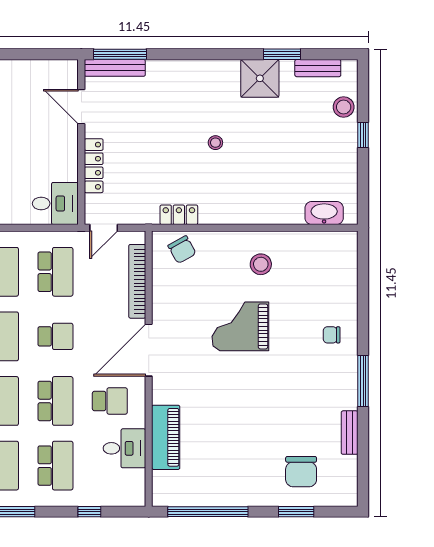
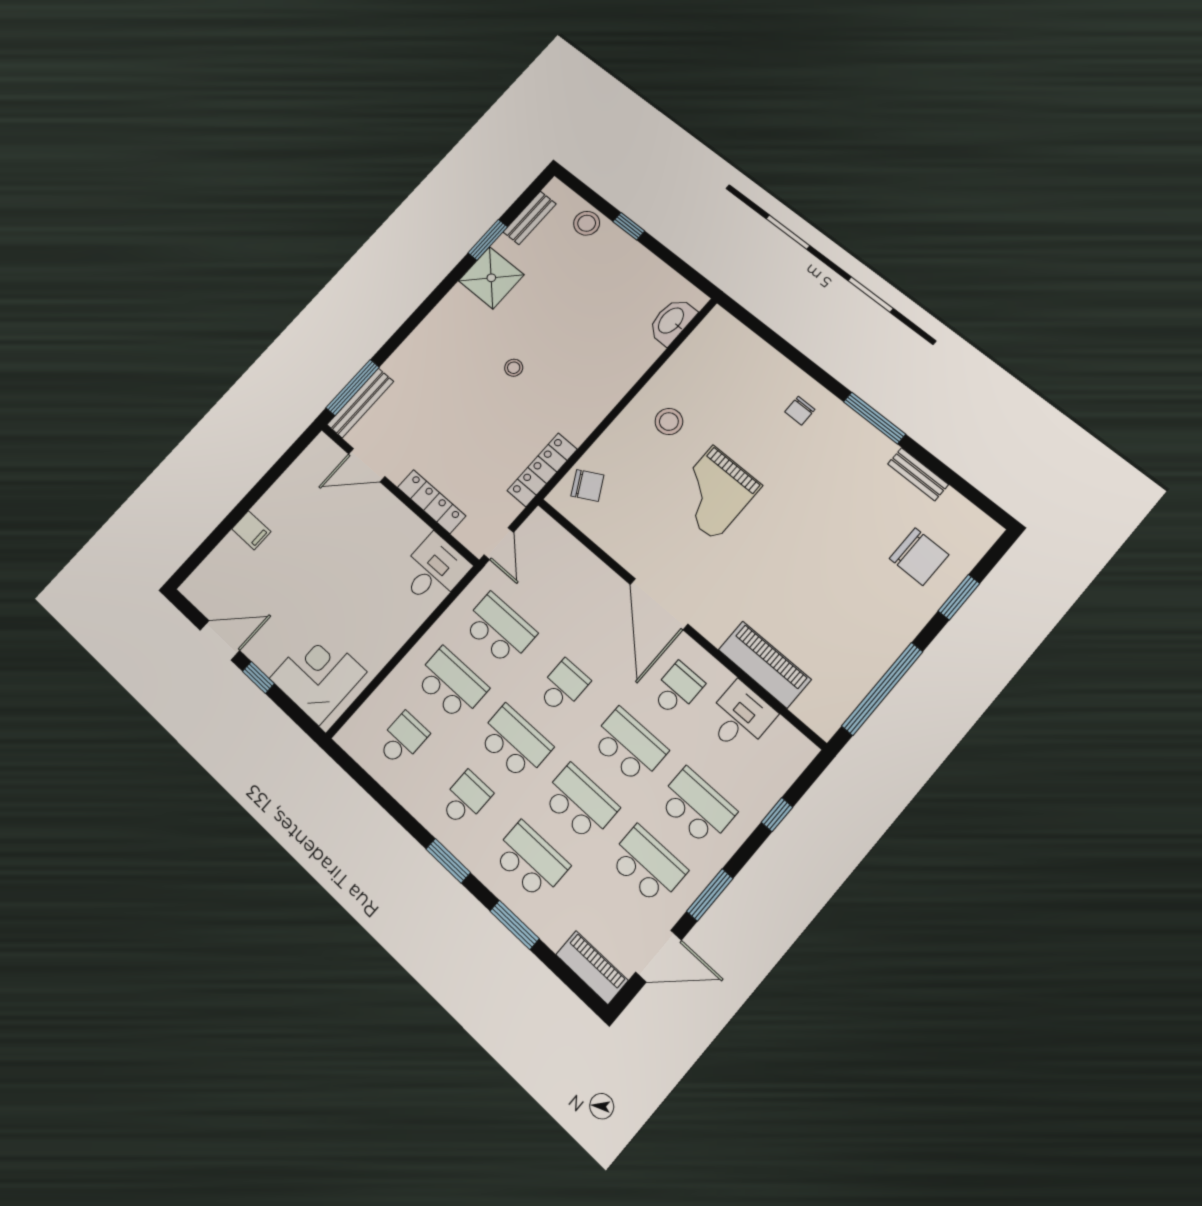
locker: (179, 215) -> (542, 470), width x1.53
bookcase: (137, 281) -> (580, 556), removed

